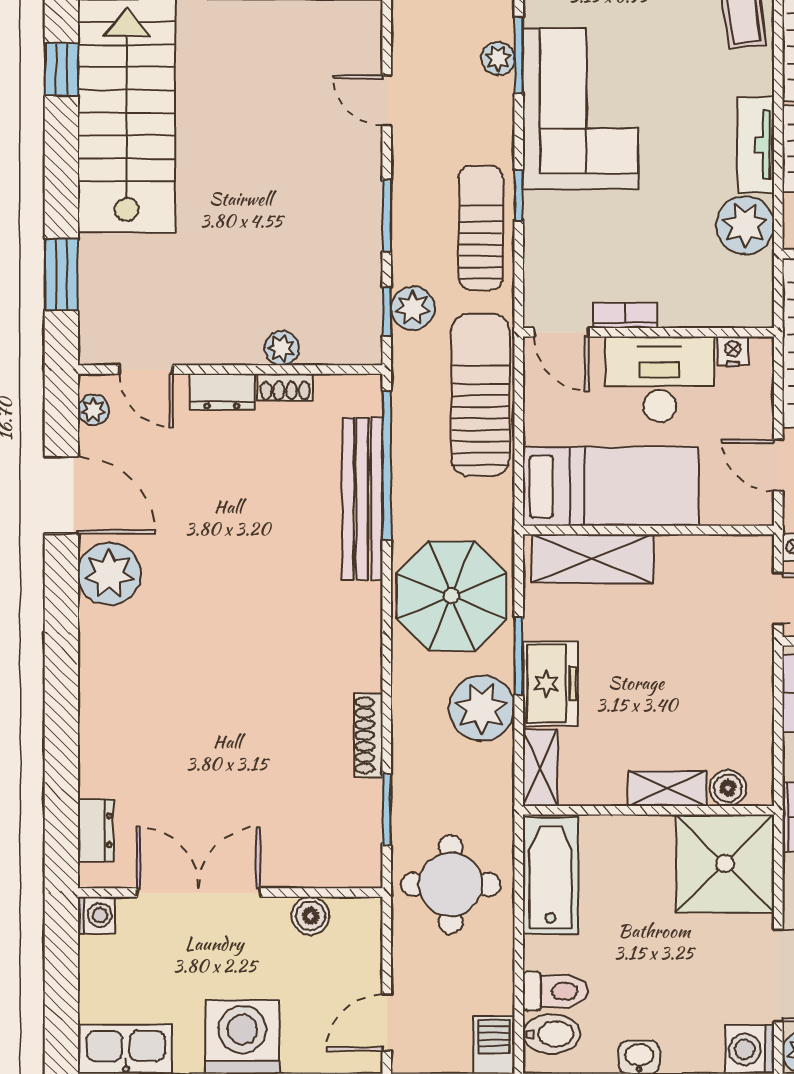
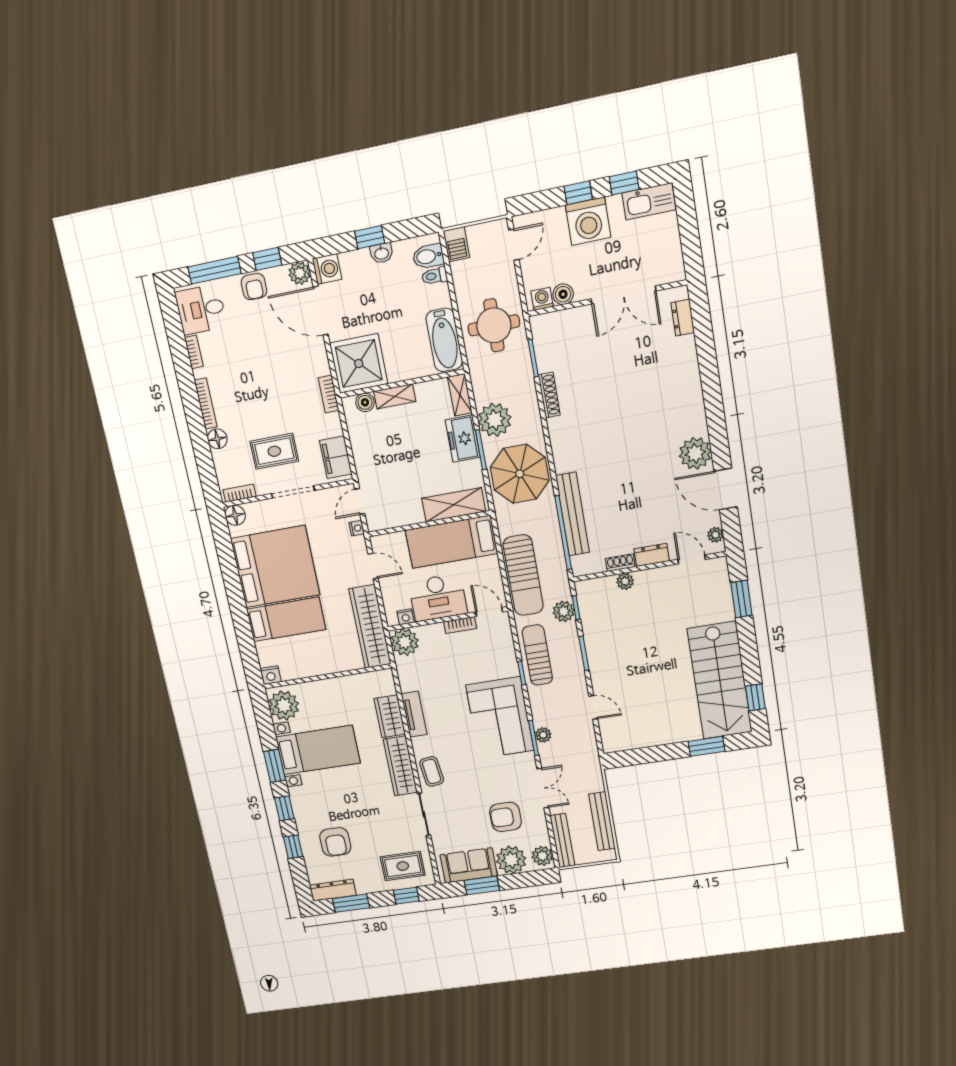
plant: (745, 225) -> (405, 642), moved
sun lounger: (481, 228) -> (537, 655), turned 180
washing machine: (96, 915) -> (542, 299), moved, turned 90
toilet: (555, 991) -> (435, 276), width x0.73, depth x0.72

